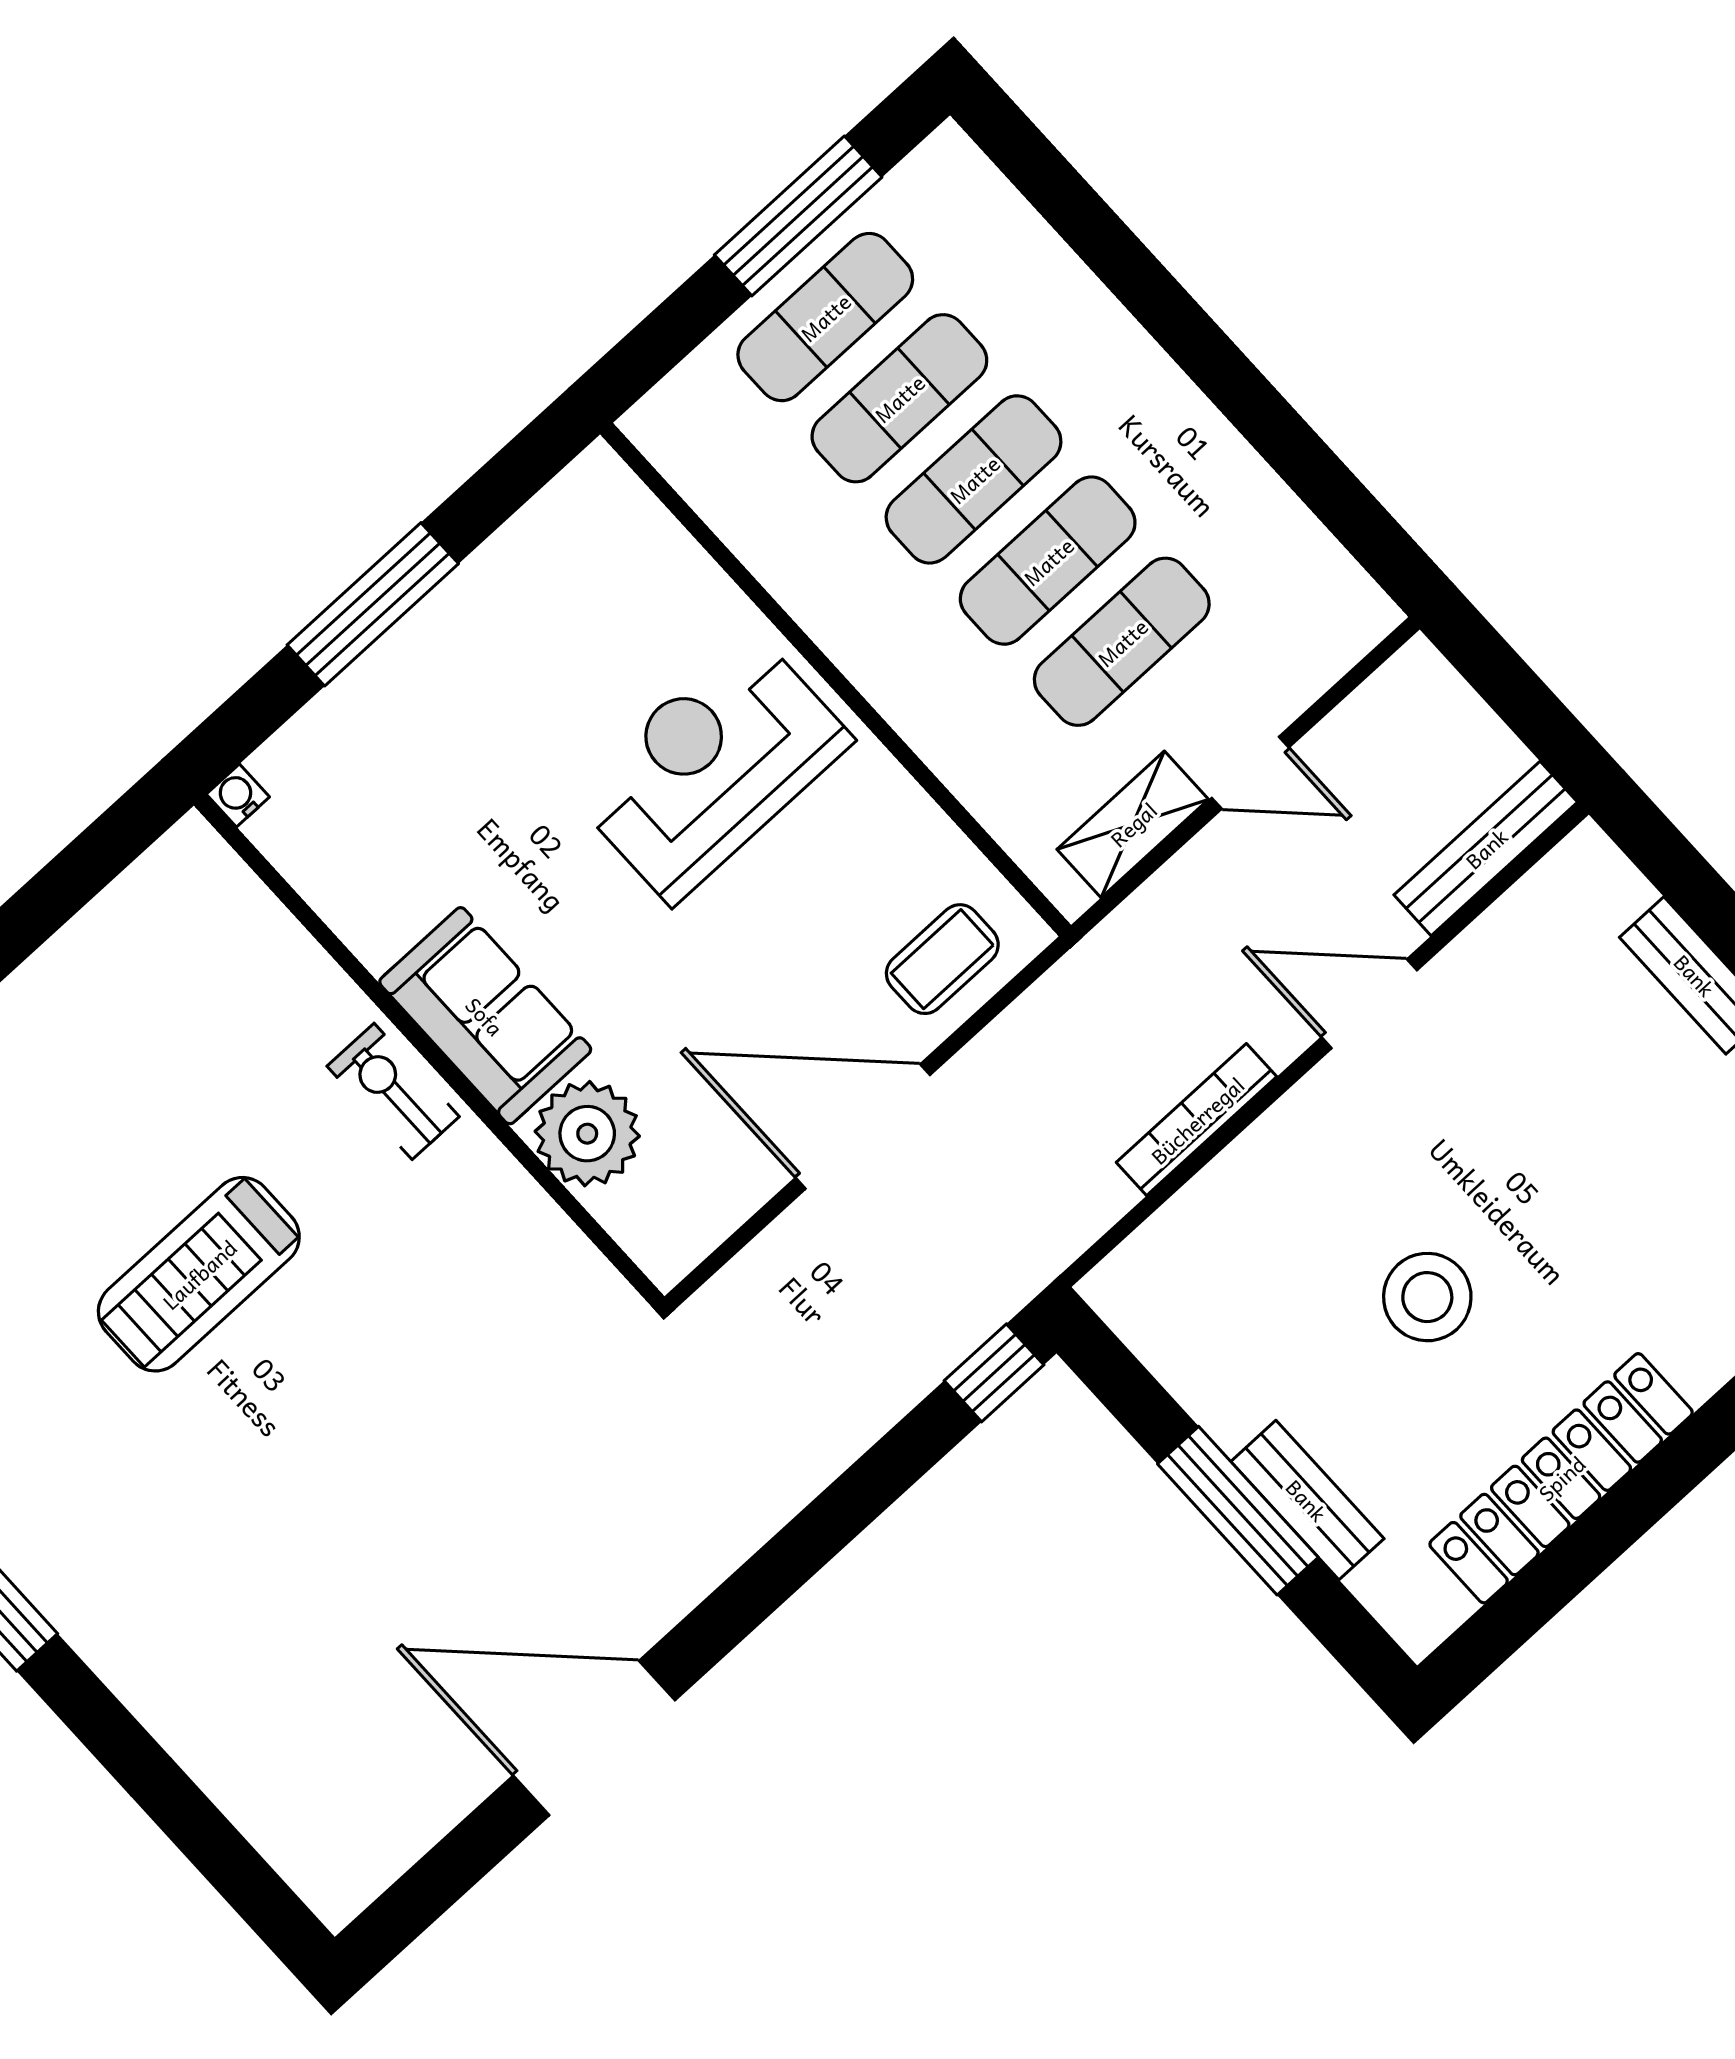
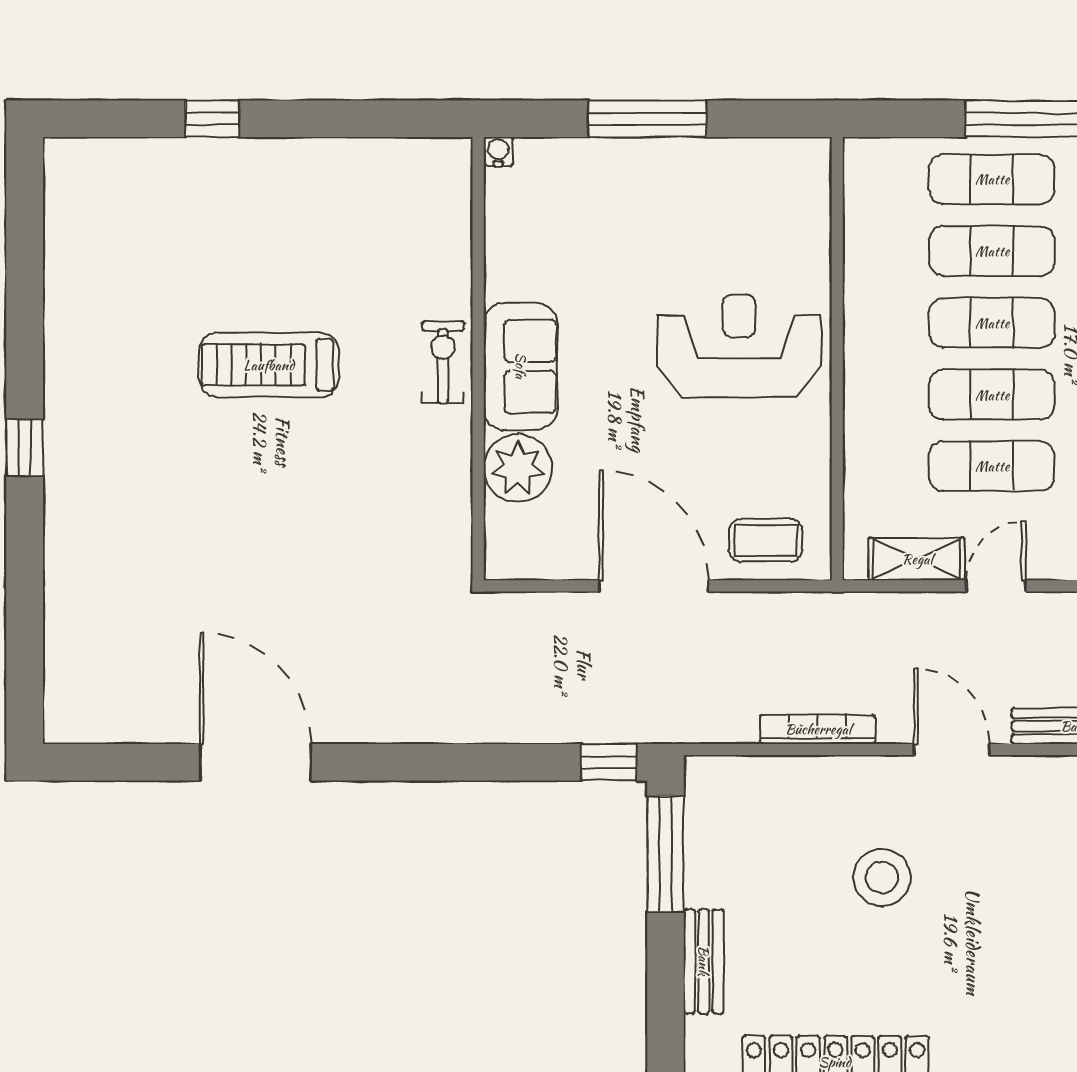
door: (1250, 773) -> (996, 586), swing flipped
stool: (1427, 1297) -> (882, 877), moved
window: (1238, 1511) -> (665, 854), moved

